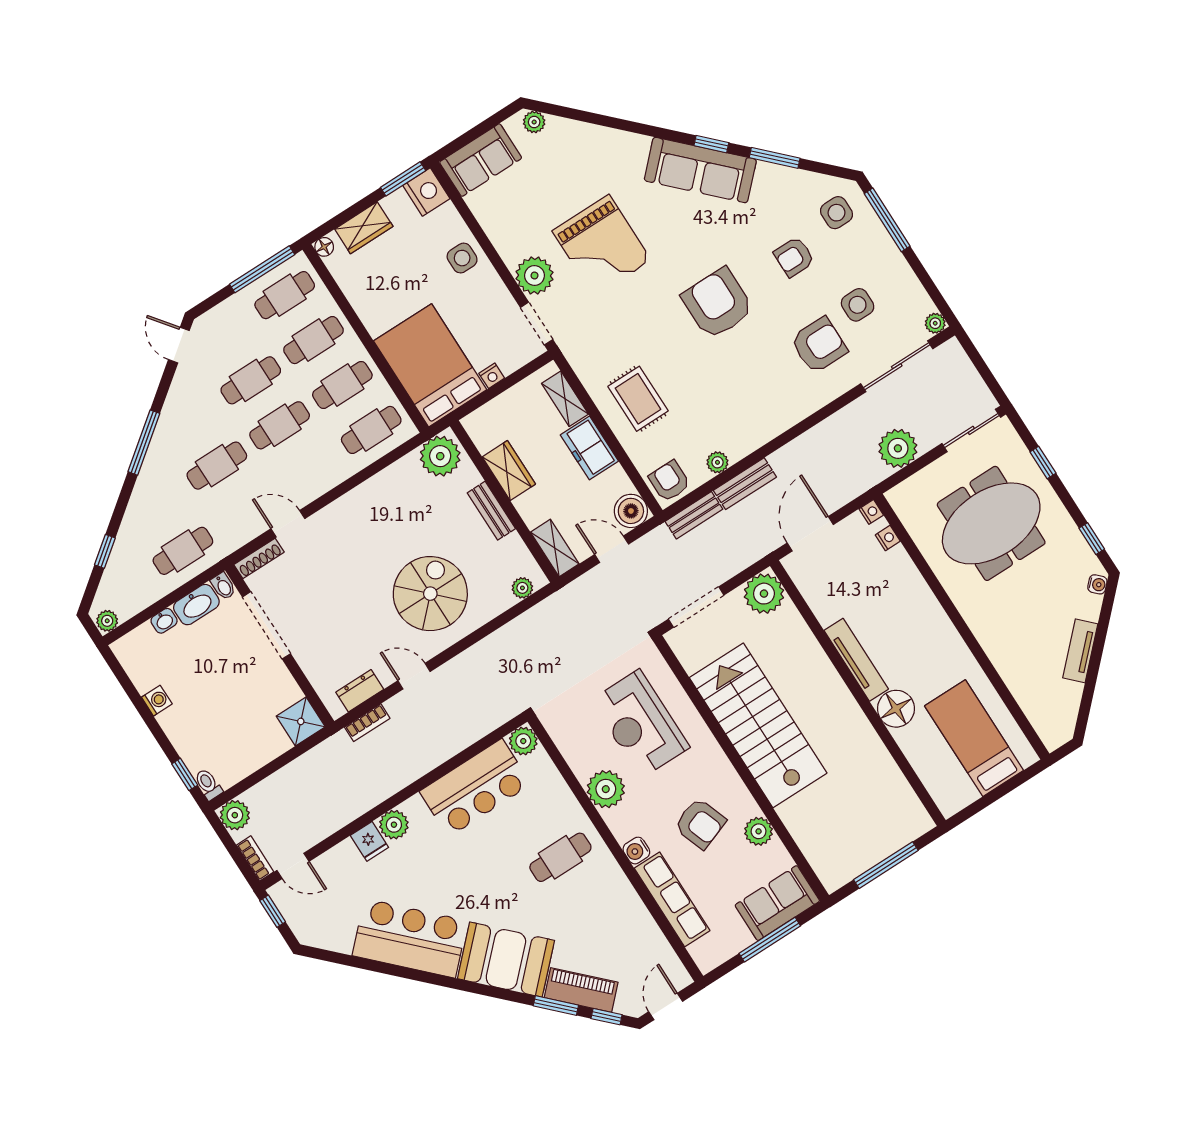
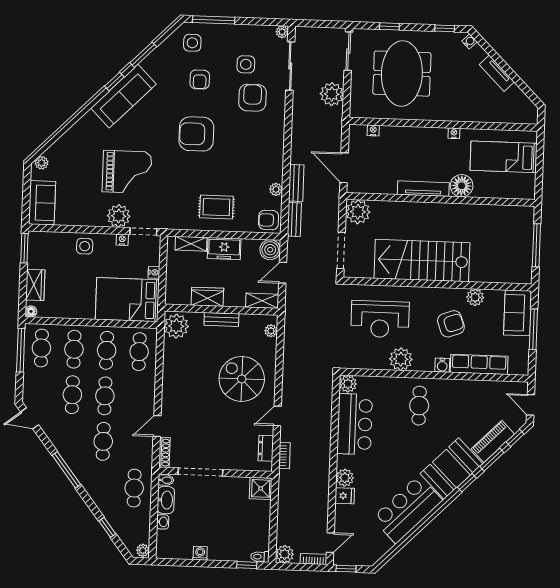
nightstand: (426, 192) -> (122, 240), moved, width x0.53, depth x0.56
nightstand: (871, 512) -> (454, 133), moved
window: (501, 994) -> (467, 483), added

